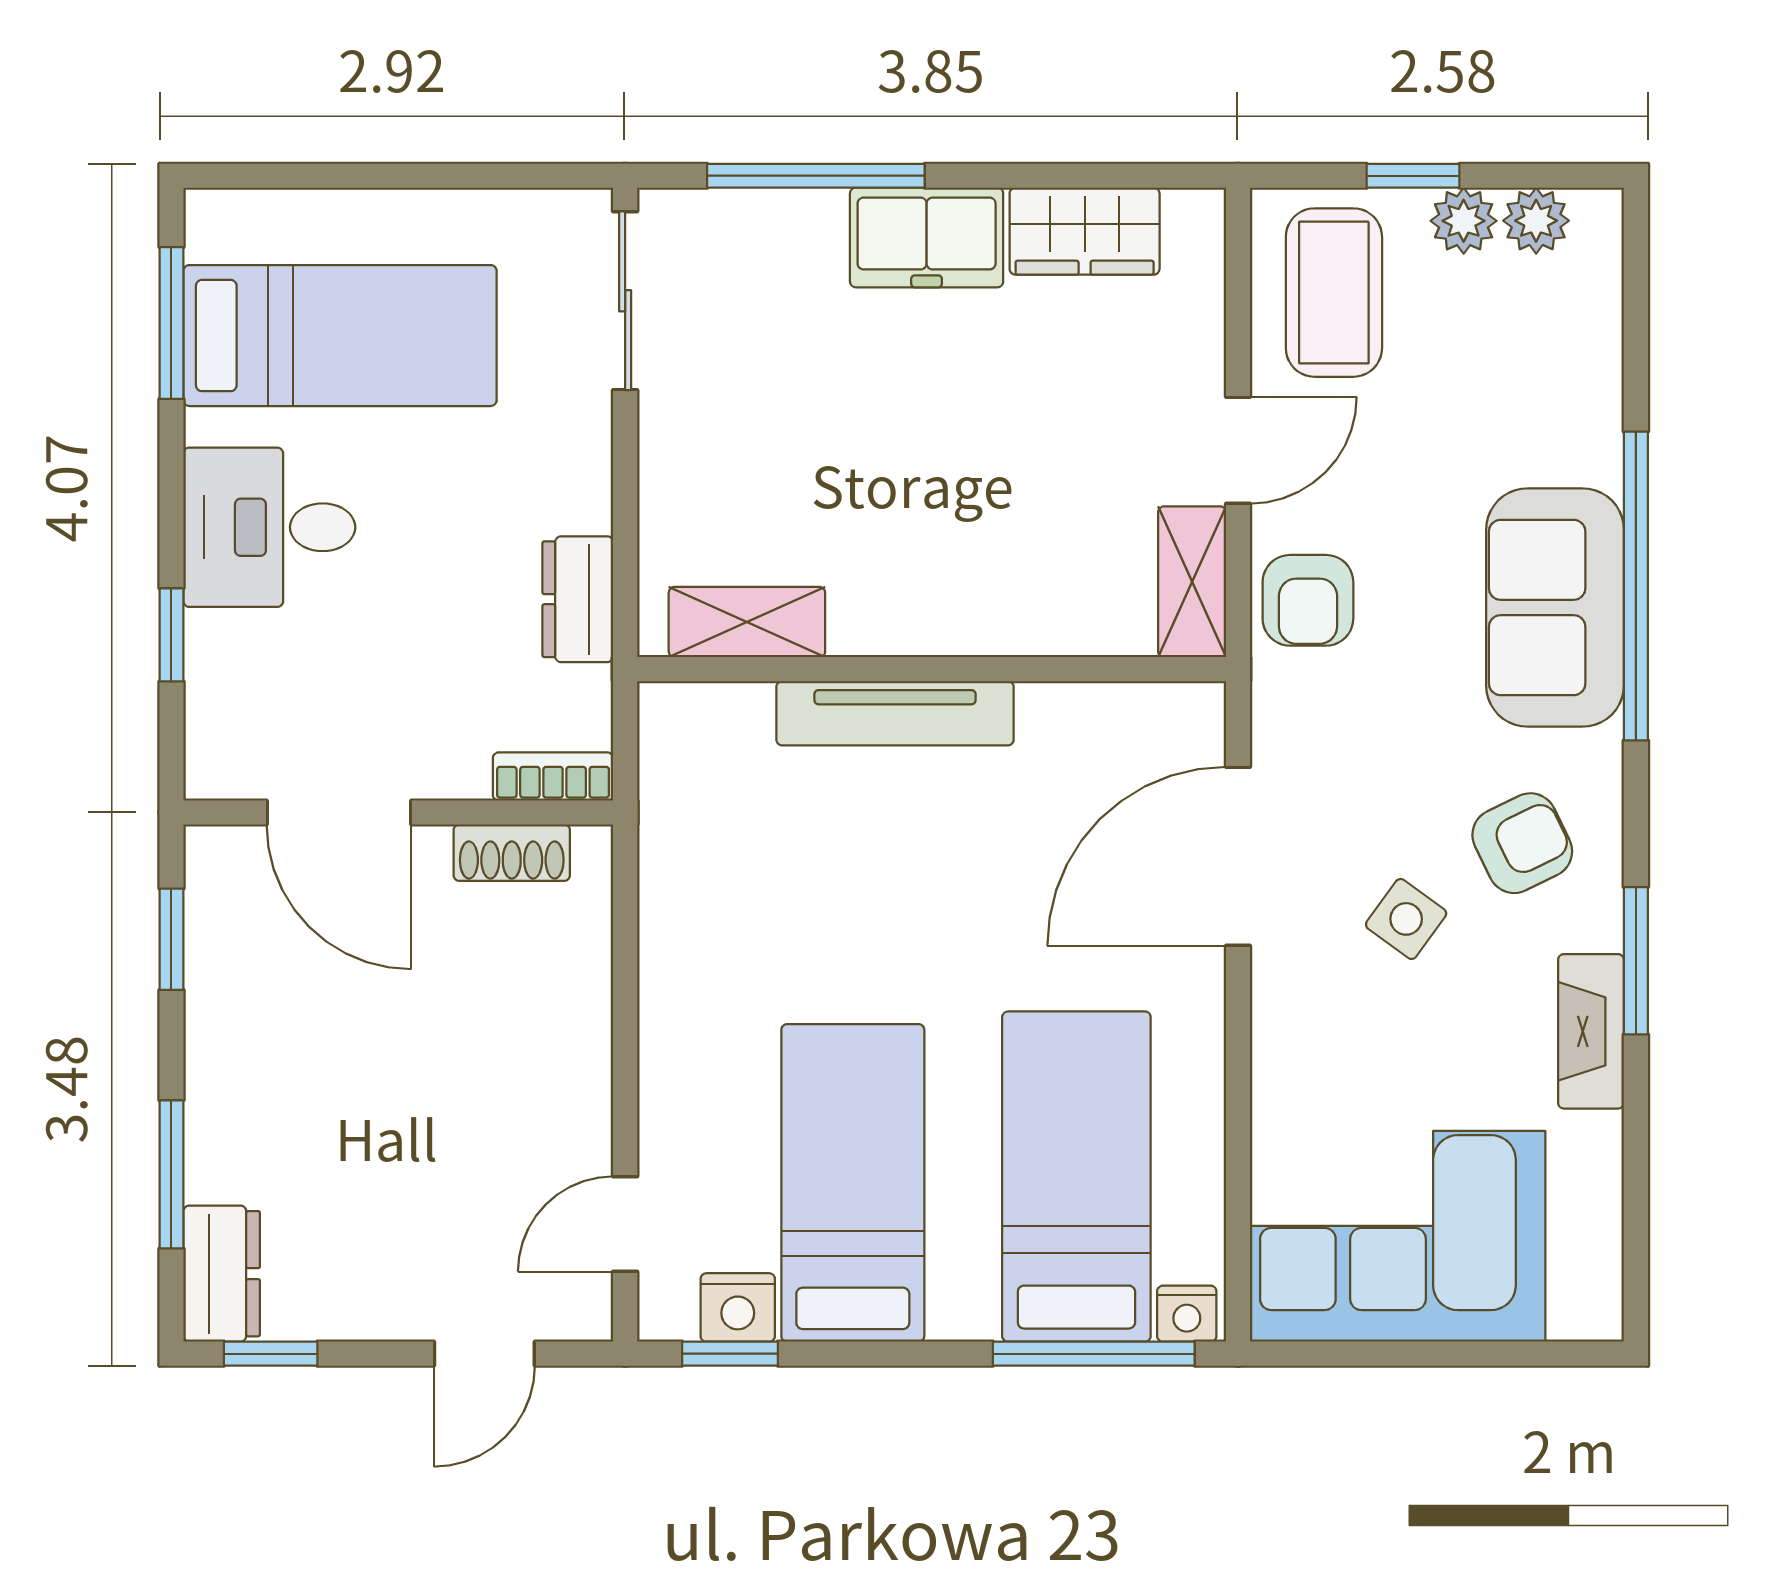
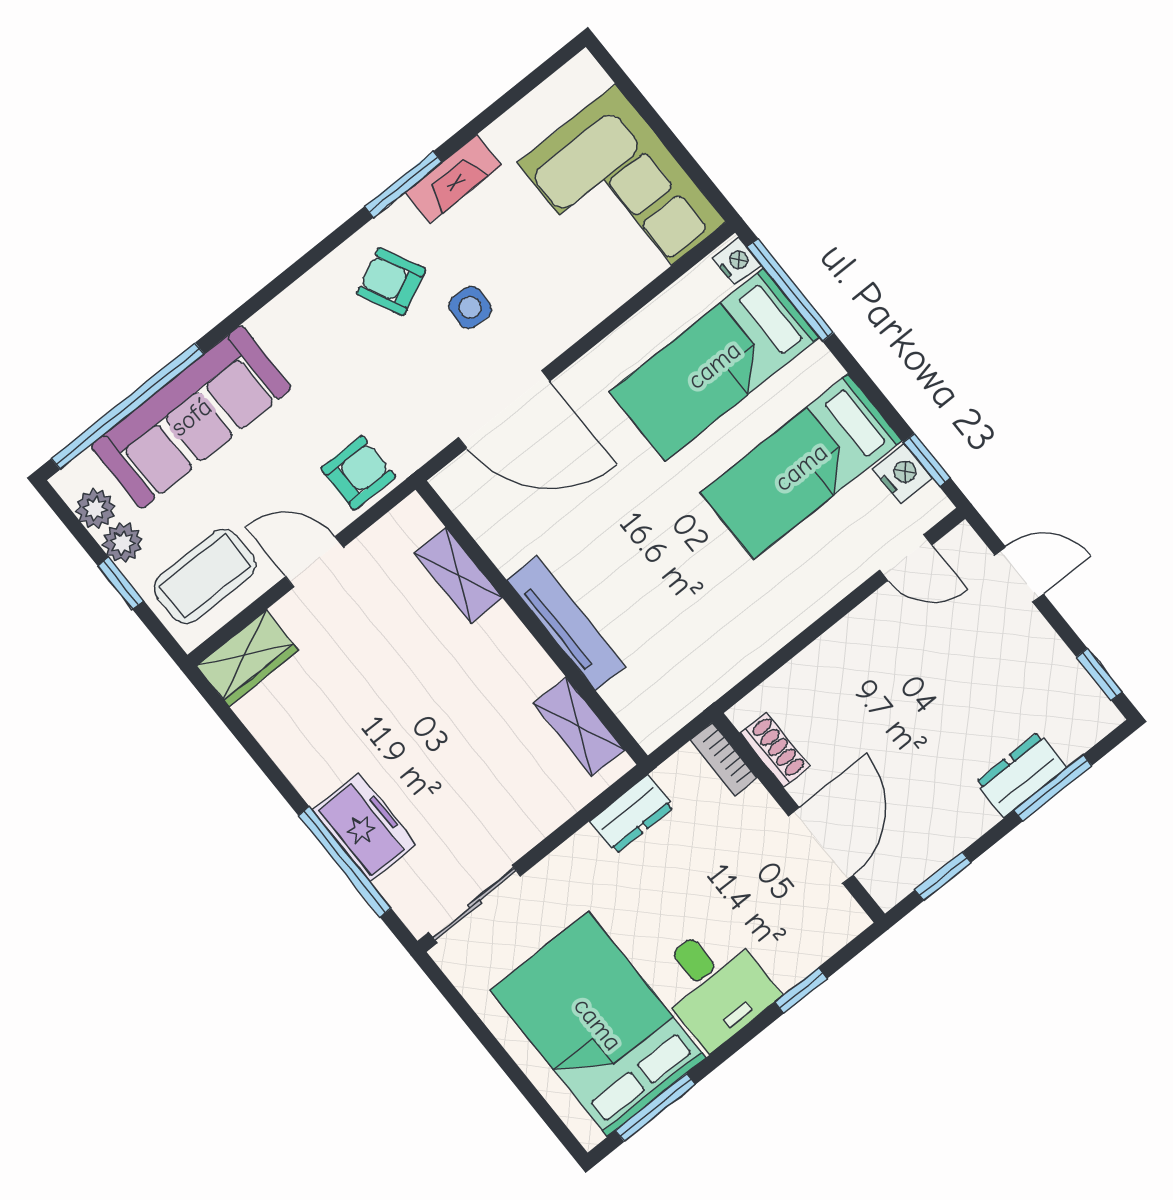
wardrobe: (1085, 231) -> (248, 658), moved, turned 90
freezer: (927, 237) -> (364, 827), moved
bed: (340, 336) -> (598, 1024), width x1.50
shelving: (1192, 582) -> (458, 575), moved, turned 90
window: (1636, 586) -> (128, 406), moved
sofa: (1555, 608) -> (191, 417), moved, width x1.36
side table: (1406, 919) -> (470, 307), turned -33
dresser: (222, 1274) -> (1021, 775), moved

